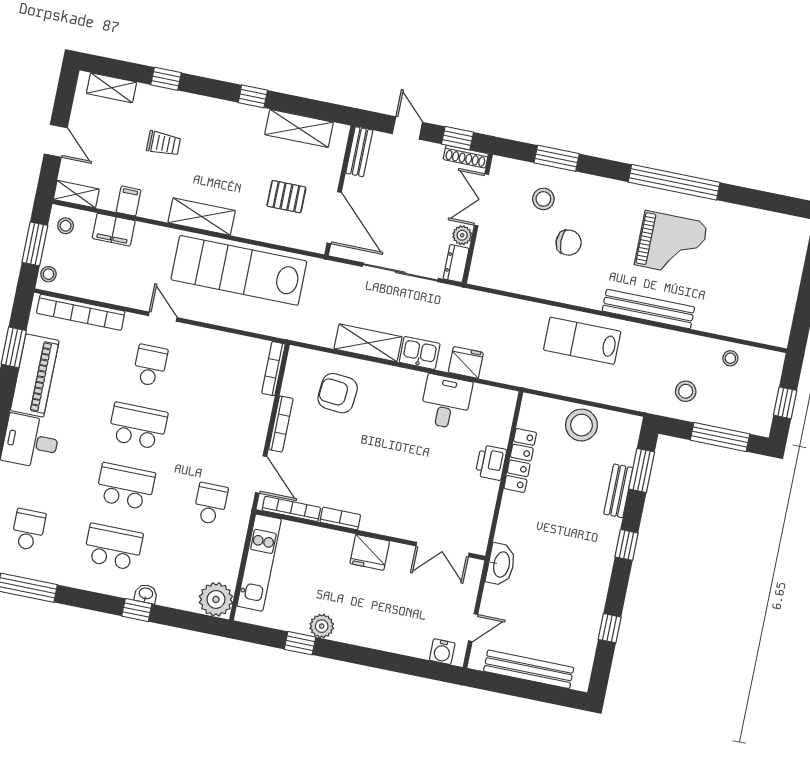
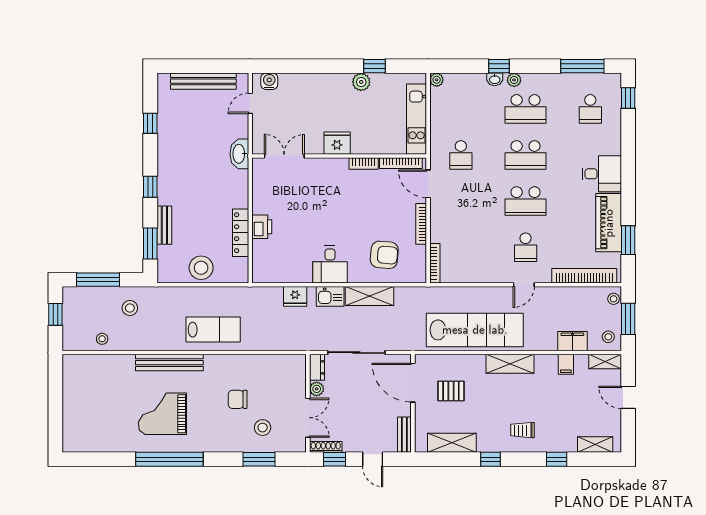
trolley: (164, 144) -> (522, 430), moved
door: (163, 317) -> (524, 285), hinge flipped
desk: (446, 402) -> (330, 265), moved
plant: (121, 588) -> (514, 80), added
plant: (216, 599) -> (437, 80), width x0.53, depth x0.53

